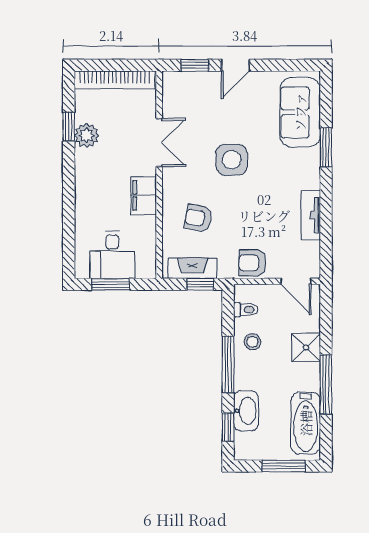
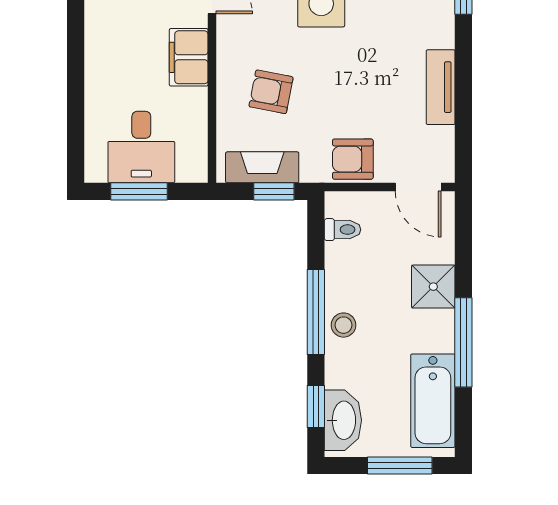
stool: (252, 342) -> (343, 325), moved
washbasin: (246, 411) -> (343, 420), moved

